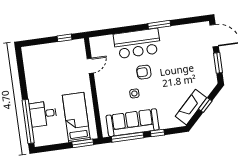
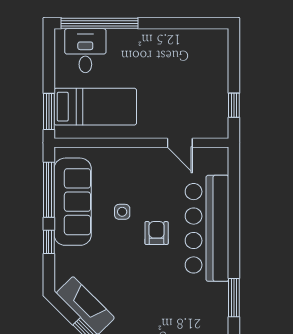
window: (159, 25) -> (234, 298), moved
bar counter: (137, 44) -> (207, 228), width x1.36
desk: (43, 114) -> (85, 51), moved

